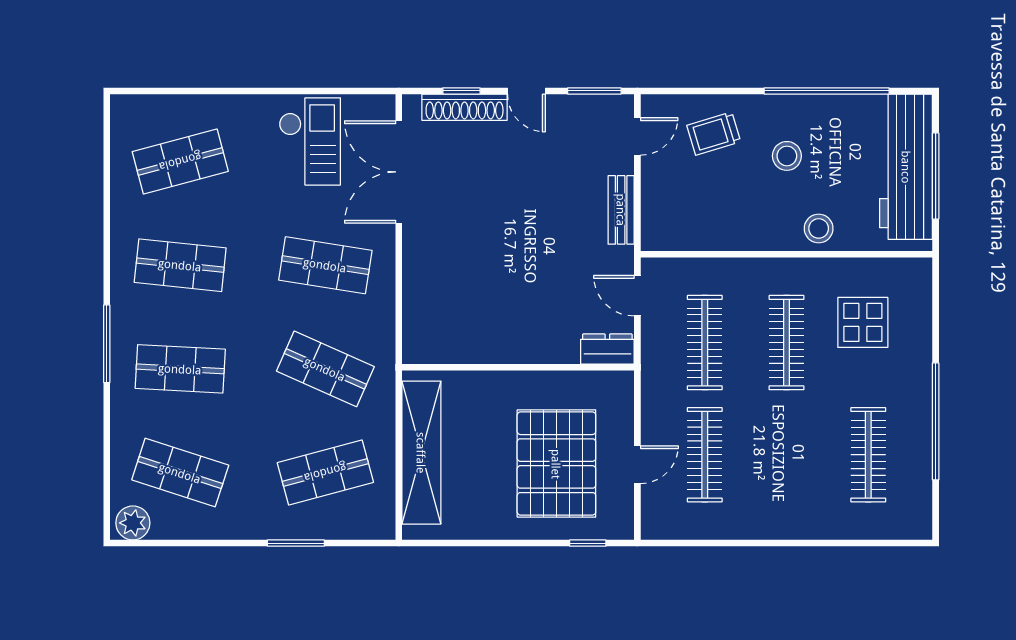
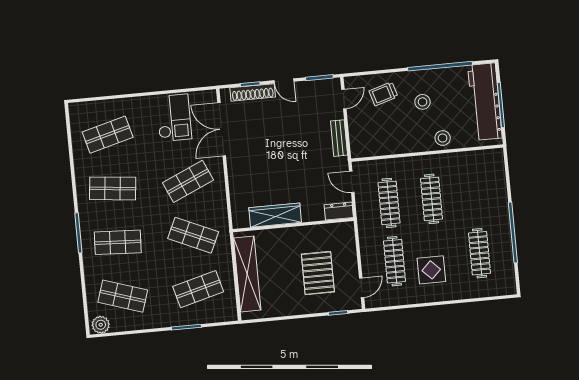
shop shelf: (325, 265) -> (188, 181), turned -33
display table: (863, 322) -> (431, 270), moved
wardrobe: (485, 345) -> (275, 215), added
pallet: (556, 464) -> (318, 273), width x0.73, depth x0.71
door: (637, 465) -> (362, 288), moved

